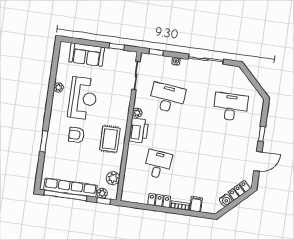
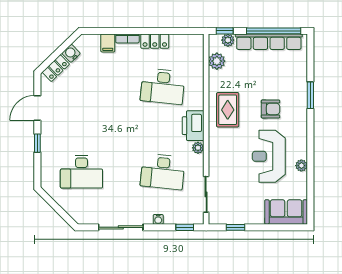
sofa: (87, 55) -> (286, 212), moved
desk: (158, 164) -> (163, 86), width x1.37

